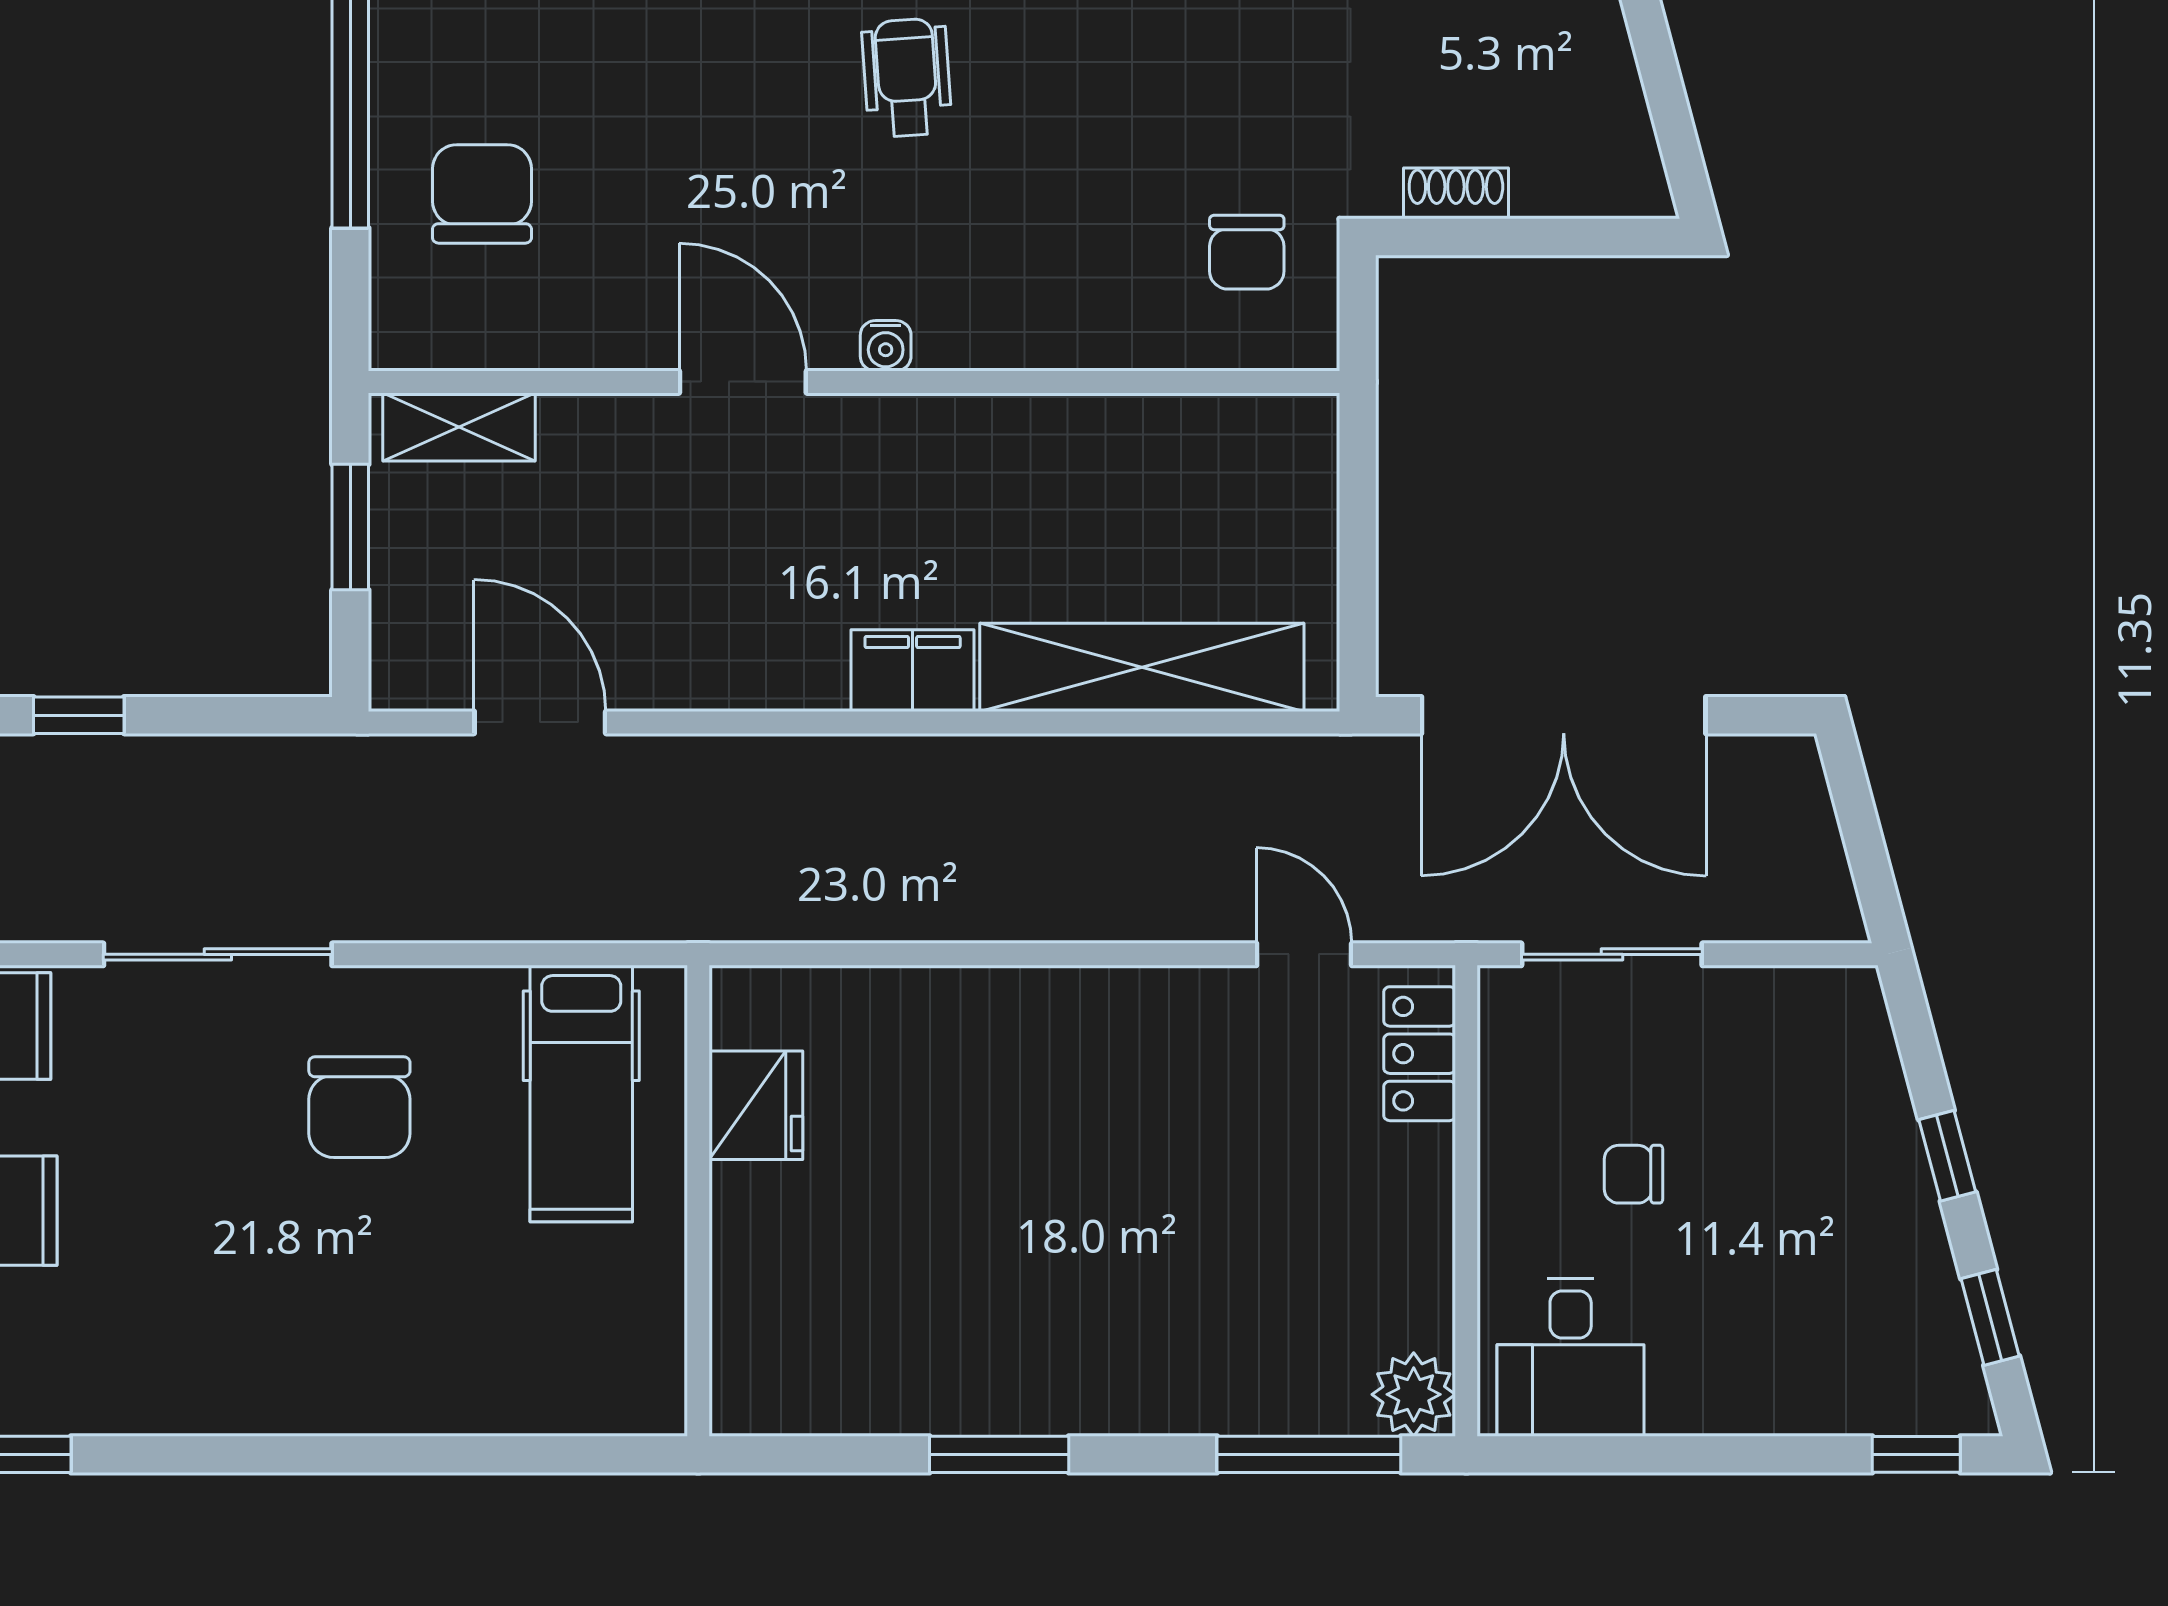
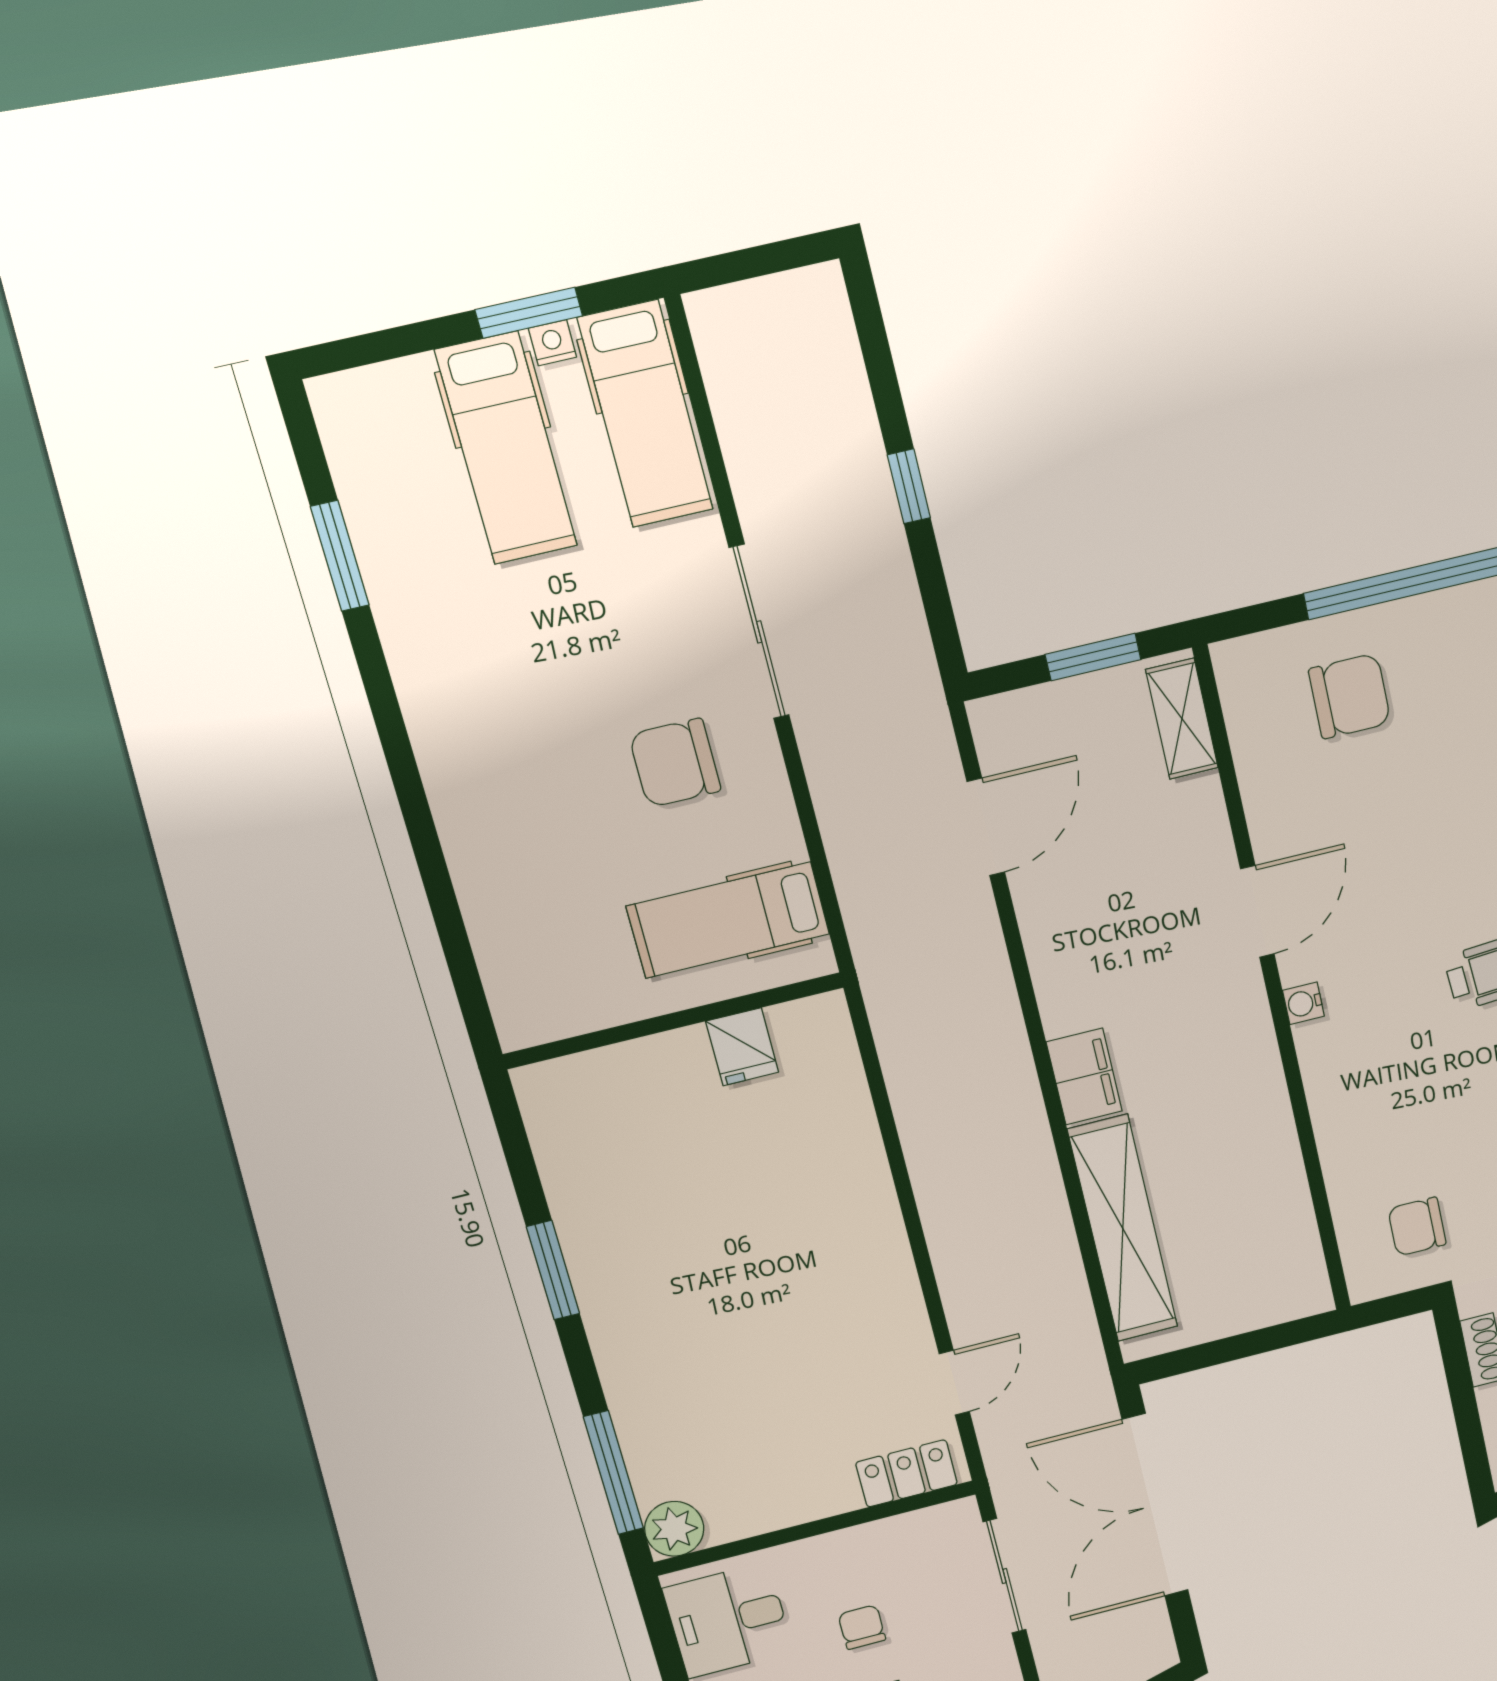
fridge: (756, 1105) -> (742, 1047), width x0.72

